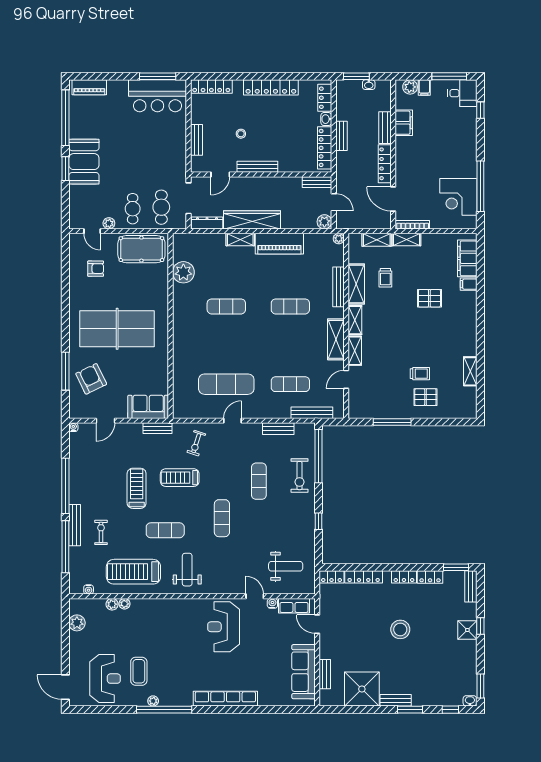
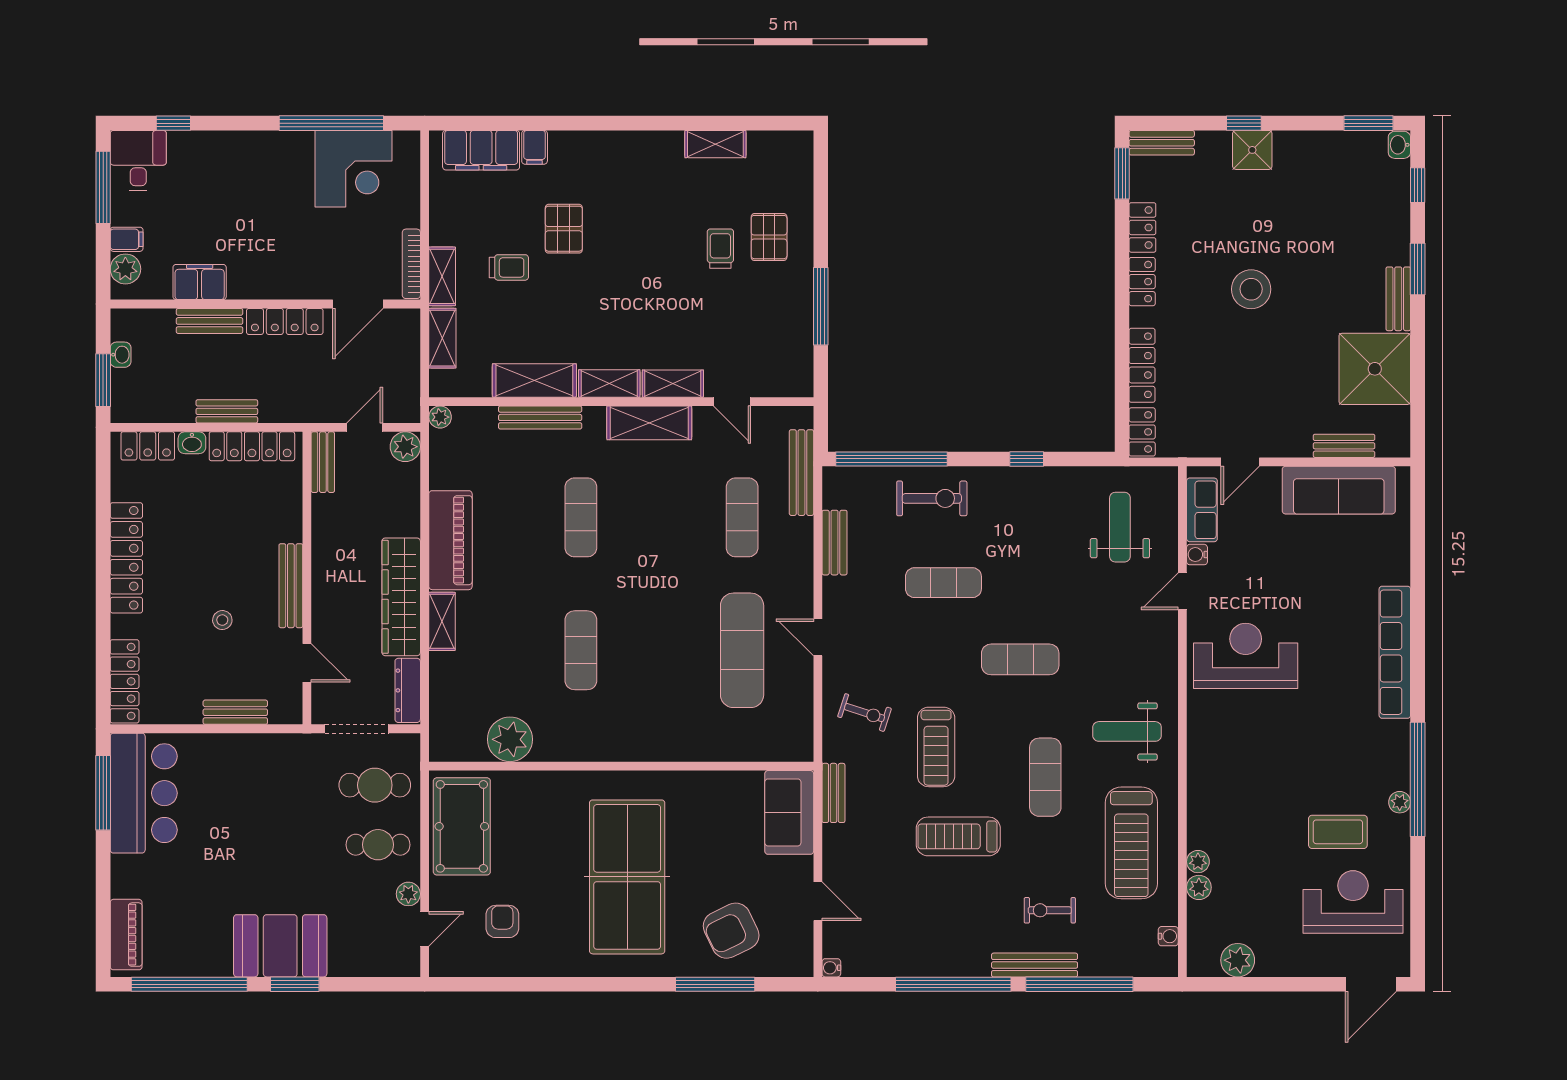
trolley: (385, 278) -> (509, 267), moved
reception desk: (224, 627) -> (1246, 656), turned 180

